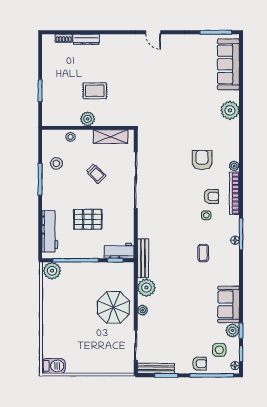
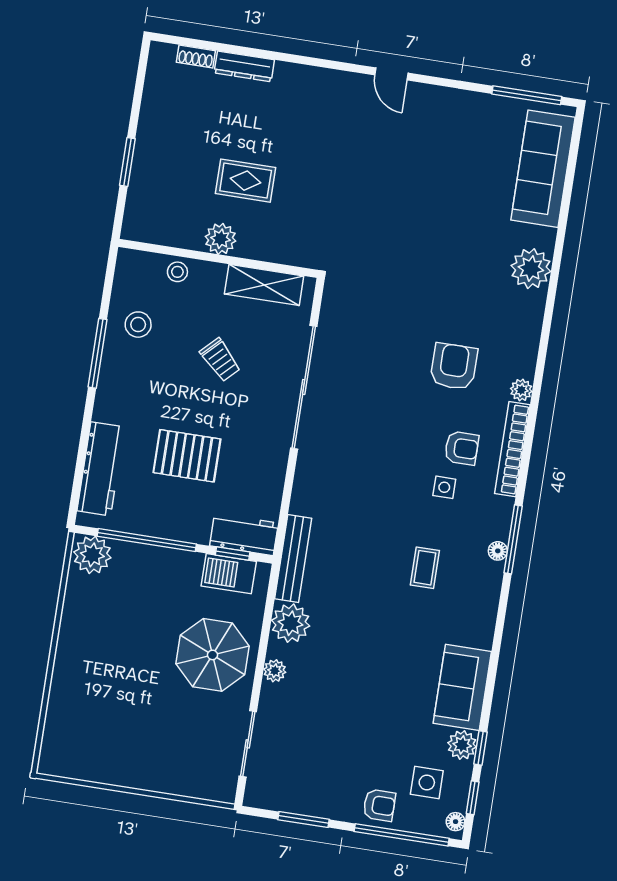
barbecue: (54, 366) -> (229, 574), moved, turned 180
bench: (156, 368) -> (284, 801), removed

